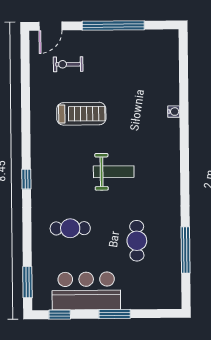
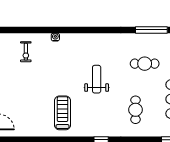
exercise bike: (68, 64) -> (26, 52), moved
treadmill: (81, 114) -> (63, 113), moved

